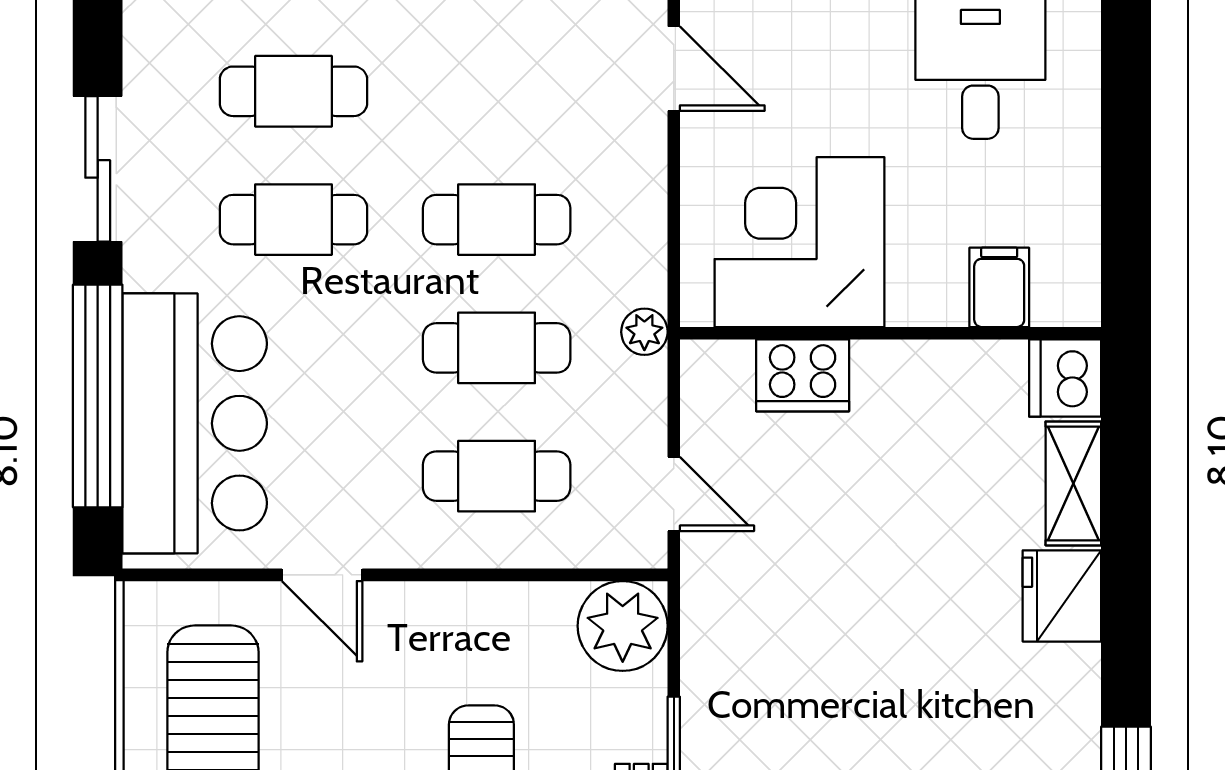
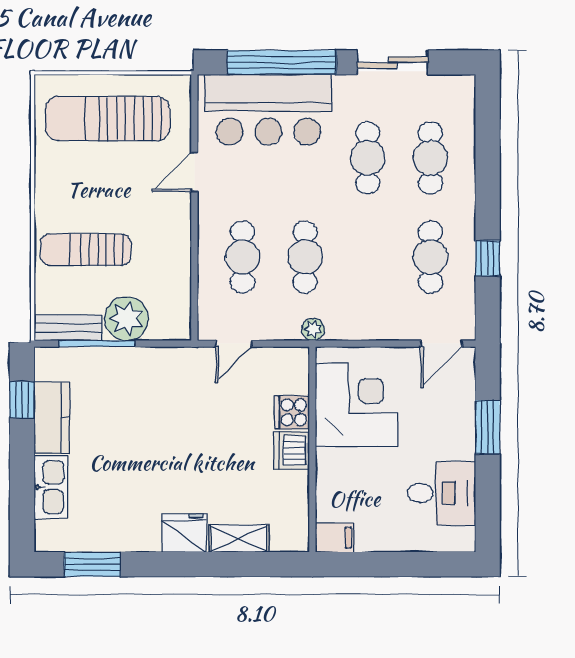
cafe table: (497, 220) -> (430, 257), moved
filing cabinet: (999, 287) -> (335, 538), moved
cooker: (803, 375) -> (292, 412), width x0.73
dishwasher: (1065, 378) -> (292, 450), moved, turned -90
plant: (623, 626) -> (127, 319), moved

